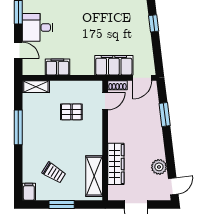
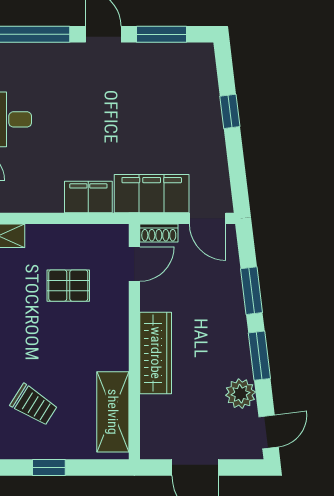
filing cabinet: (57, 67) -> (88, 197), moved
door: (142, 78) -> (208, 218), hinge flipped
window: (169, 148) -> (259, 356), added
wardrobe: (116, 164) -> (156, 353), moved
window: (62, 204) -> (49, 467), width x0.67

